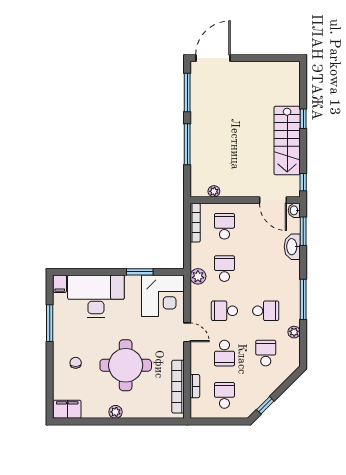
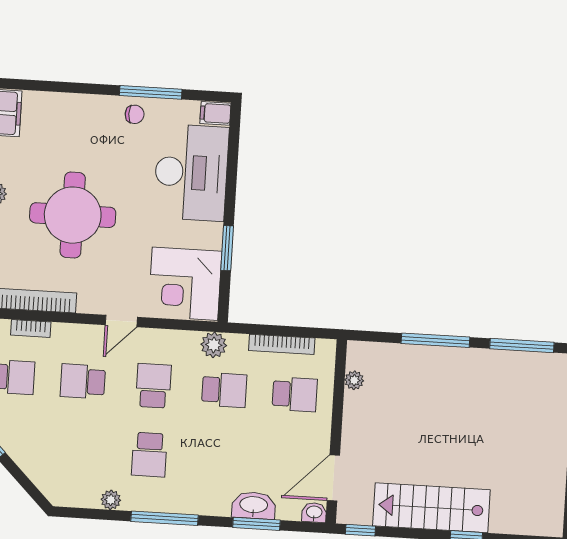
bookcase: (195, 223) -> (282, 344), moved
window: (303, 231) -> (256, 524), moved
school desk: (266, 353) -> (79, 450), removed
chair: (76, 363) -> (135, 114), moved

